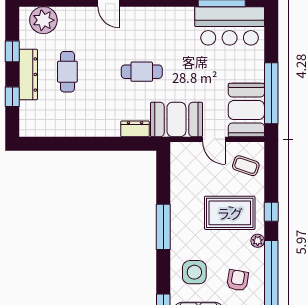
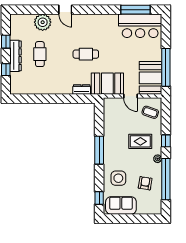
plant: (43, 20) -> (43, 22), moved
rug: (230, 213) -> (140, 141), width x0.73, depth x0.70

